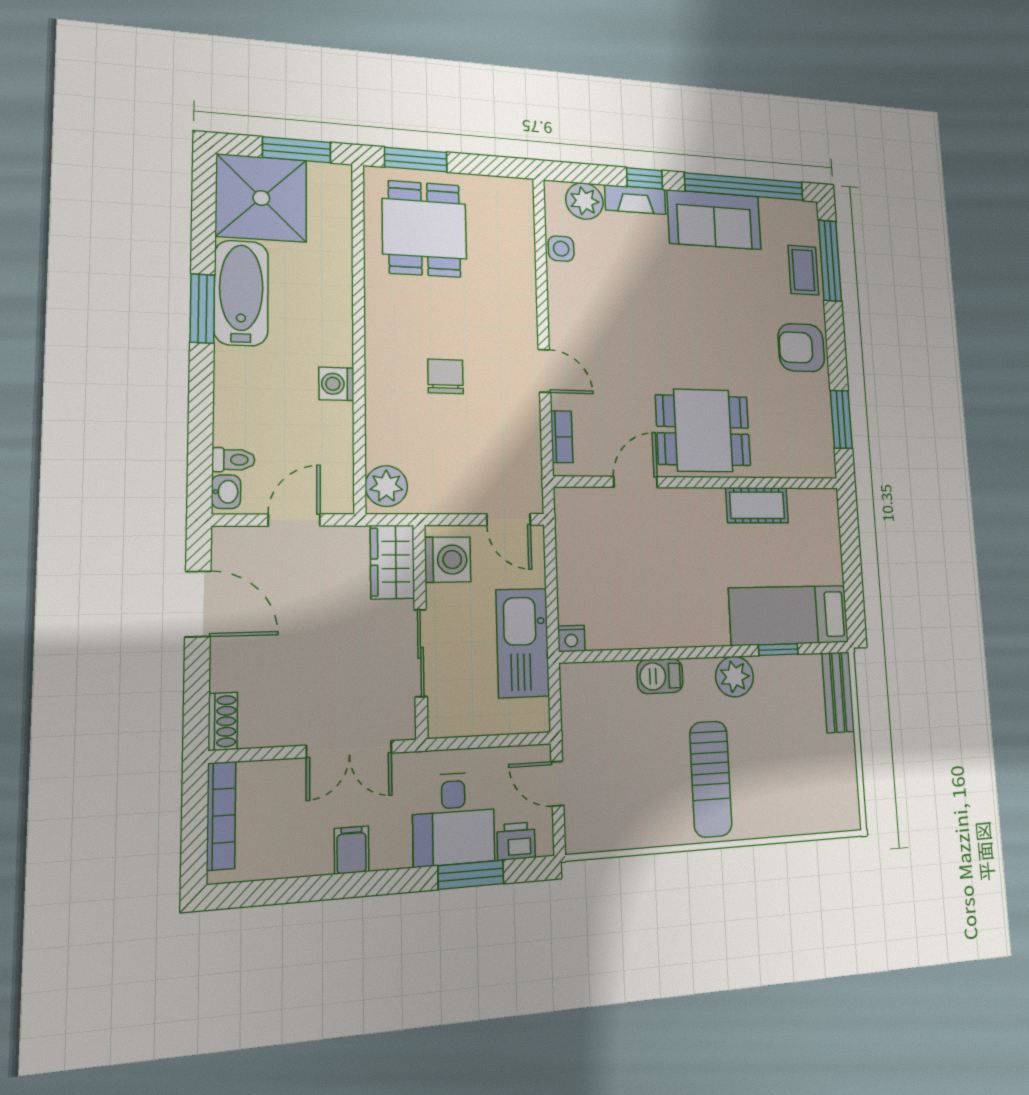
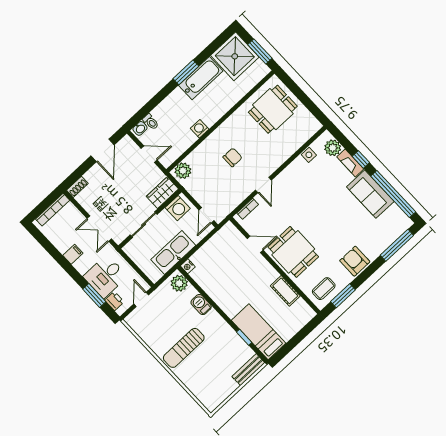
window: (416, 160) -> (293, 86), removed
coffee table: (803, 270) -> (324, 289), moved
plant: (734, 677) -> (179, 283), moved

